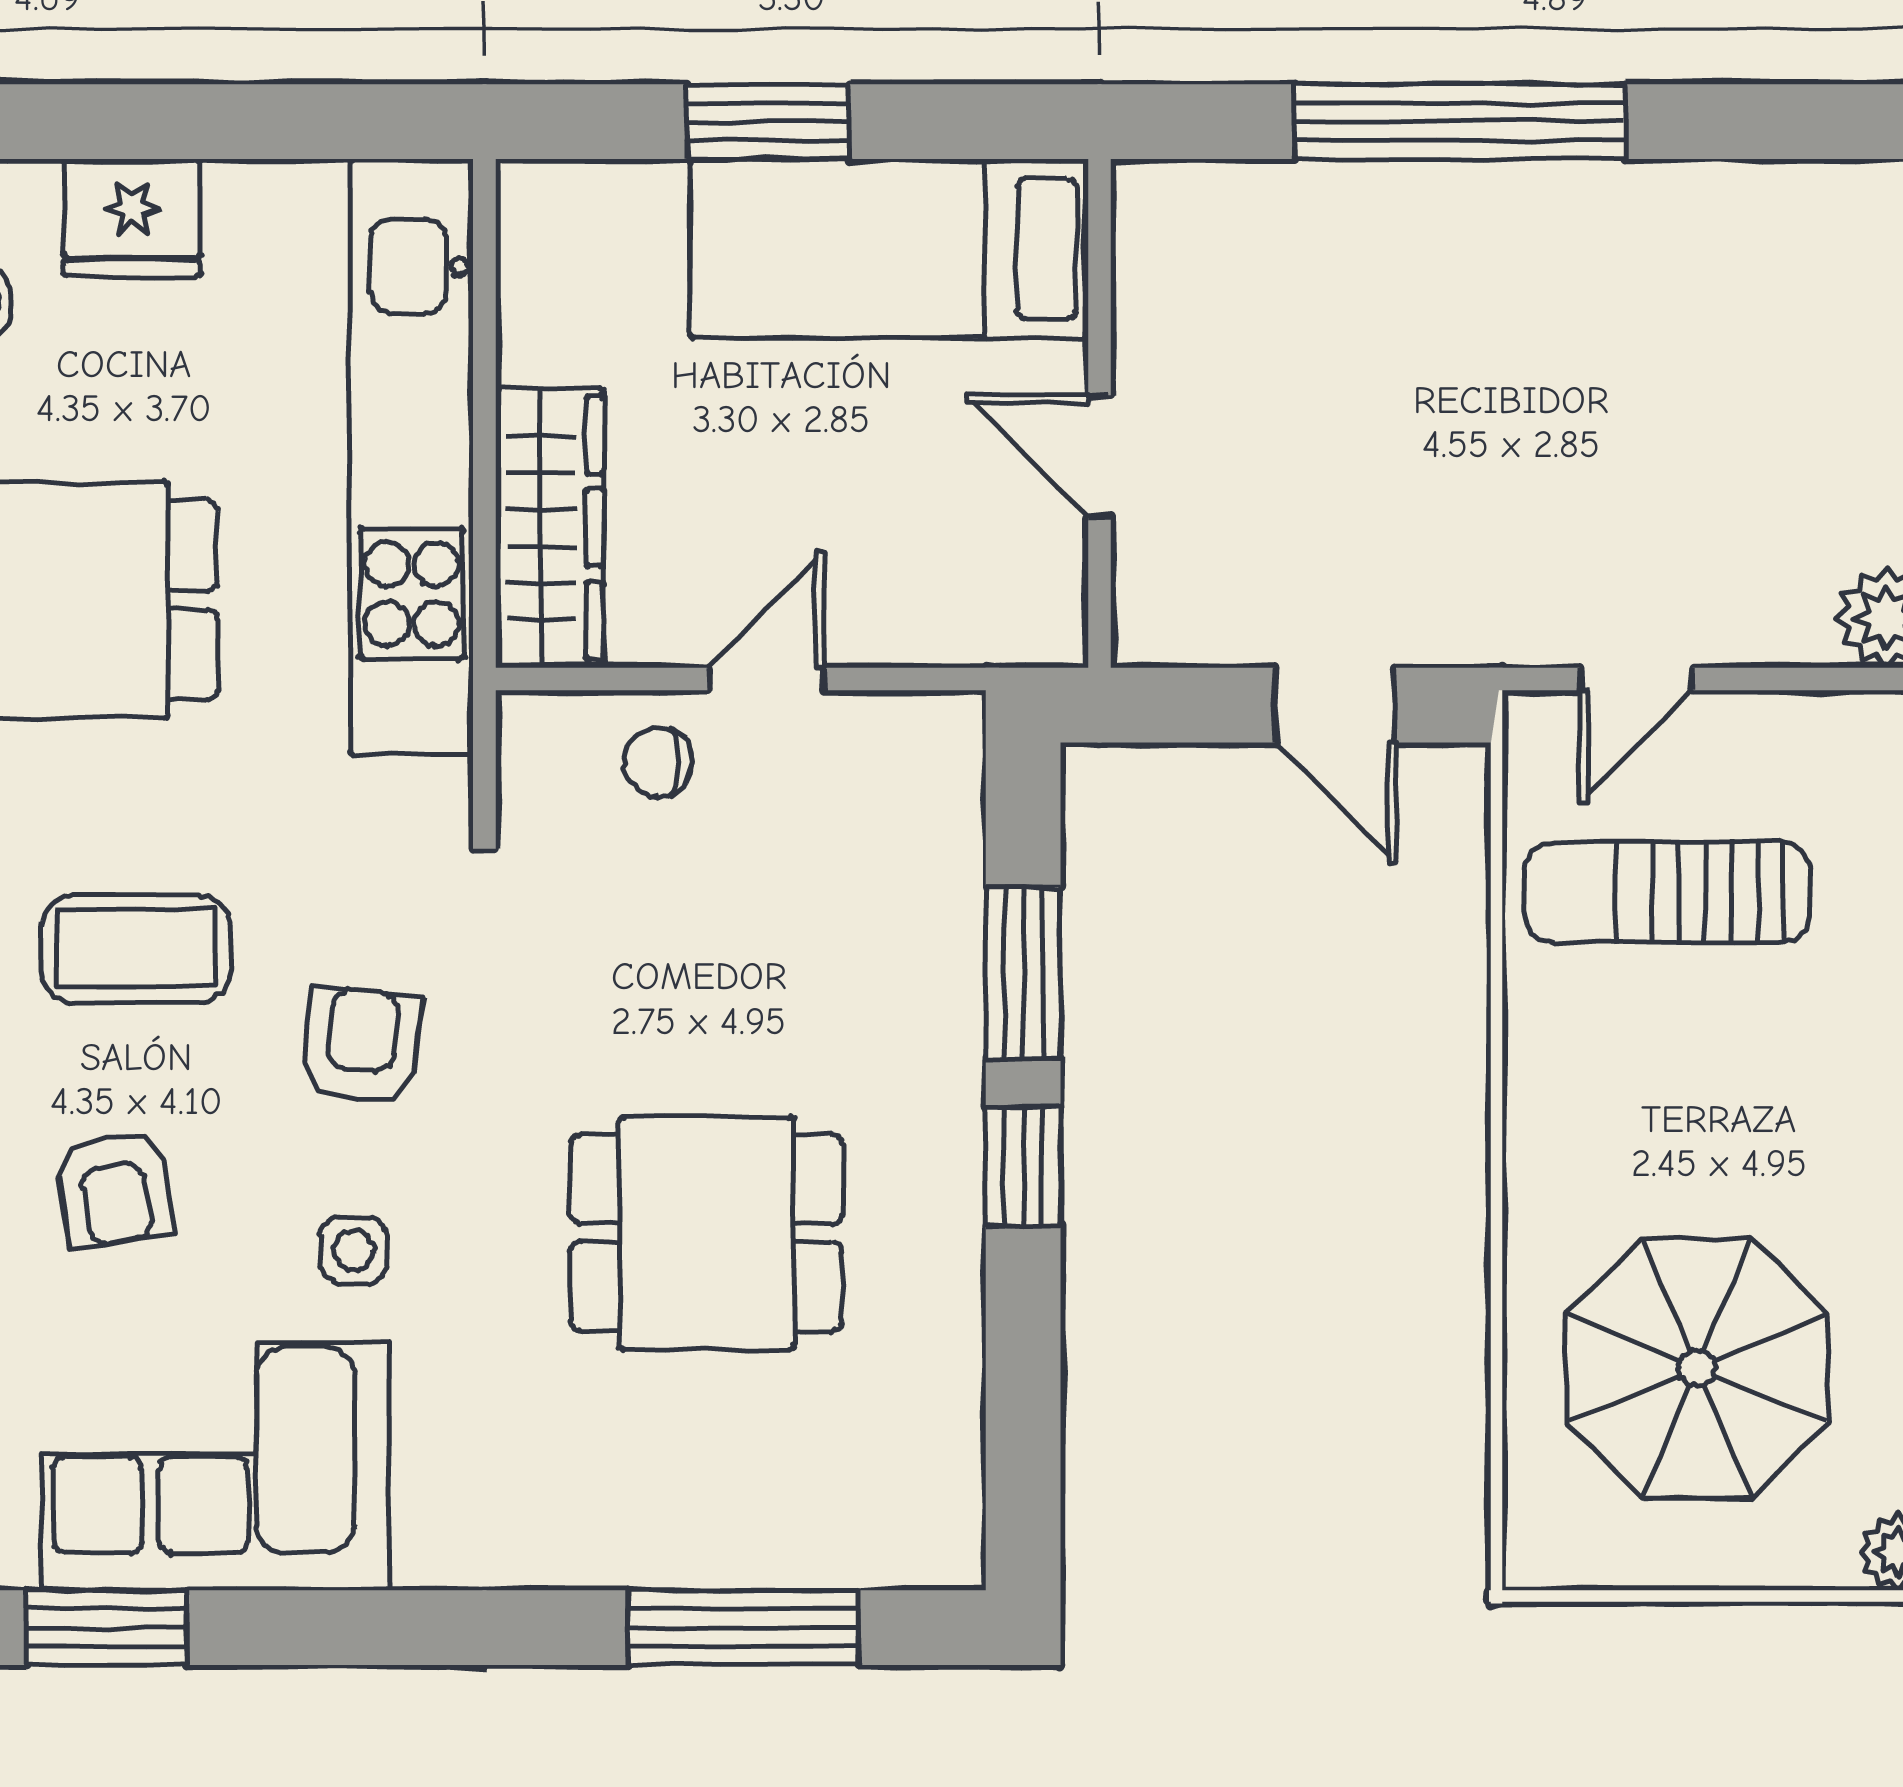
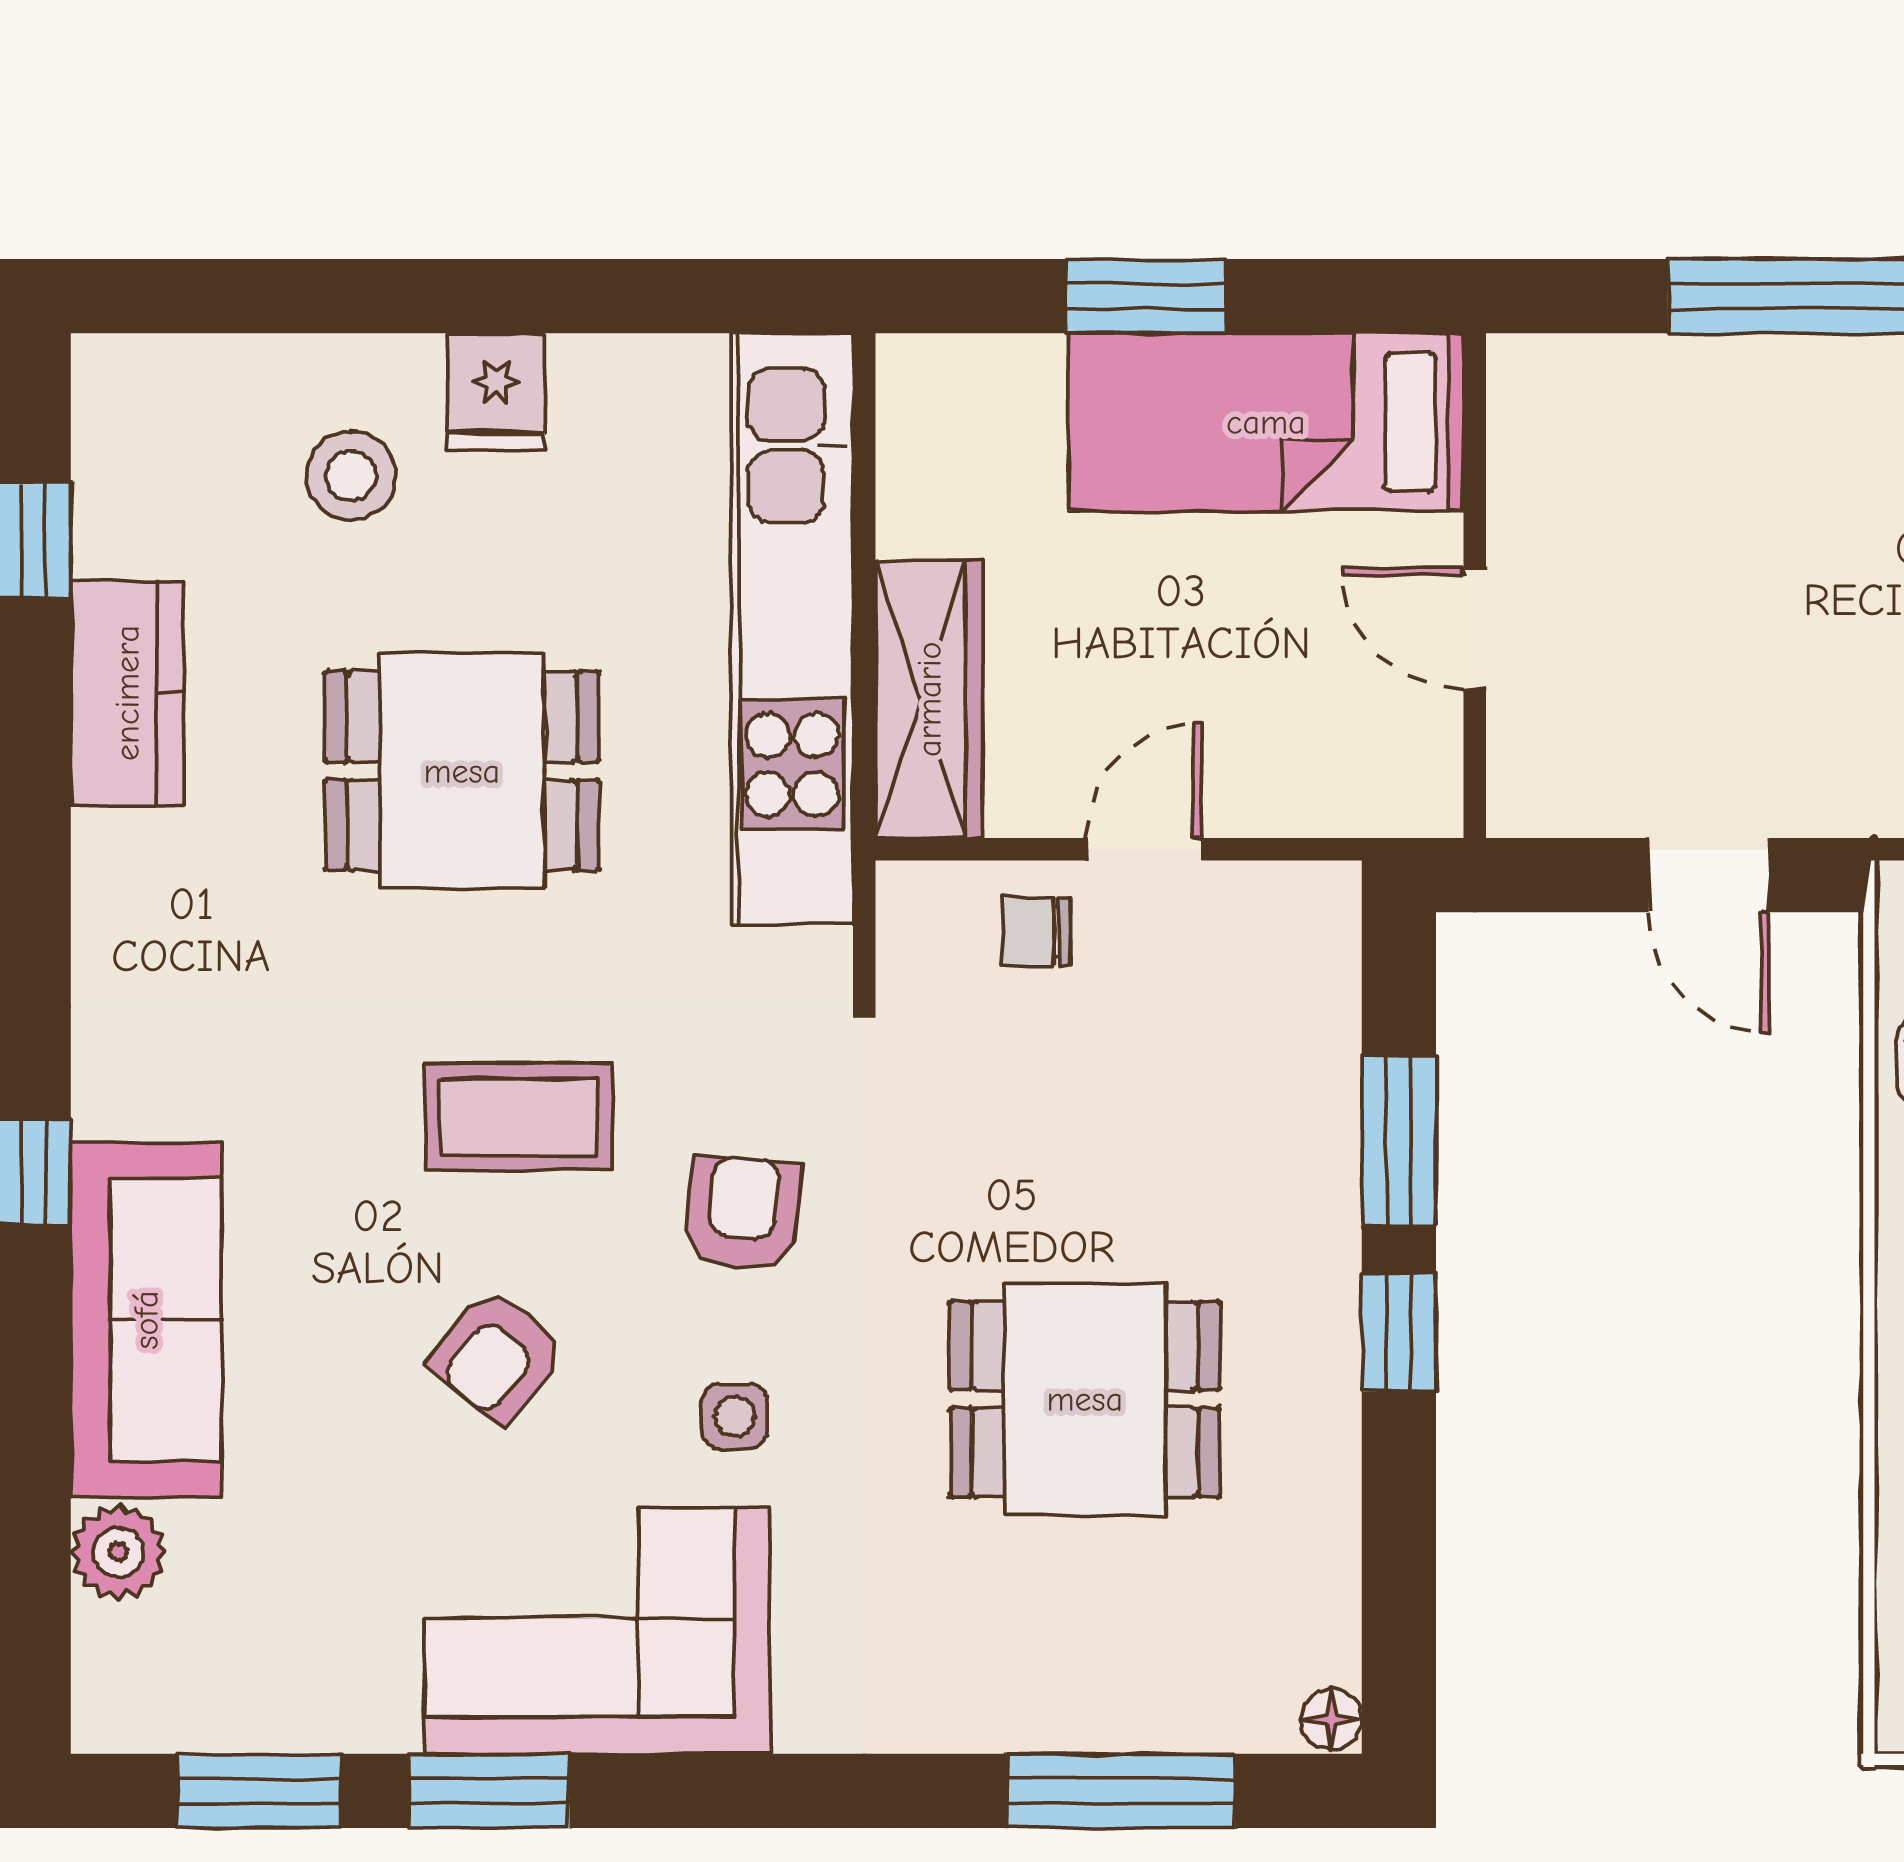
fridge: (132, 218) -> (496, 392), width x0.72
armchair: (114, 1189) -> (497, 1356), turned 48
floor lamp: (955, 1556) -> (1331, 1720), added

